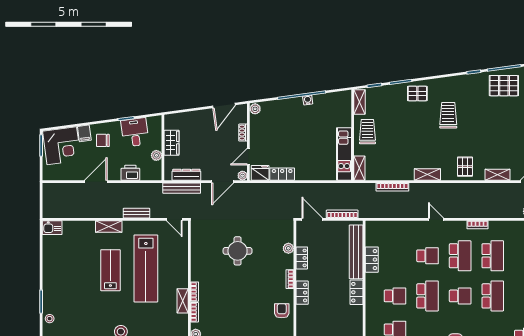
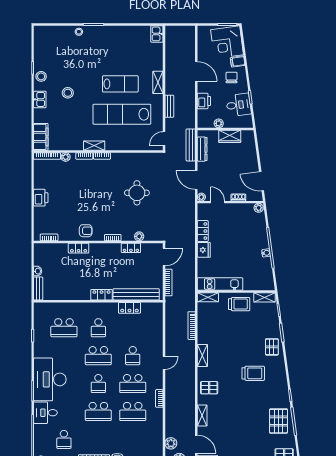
fridge: (260, 173) -> (204, 250), moved
locker: (302, 293) -> (79, 248), moved

